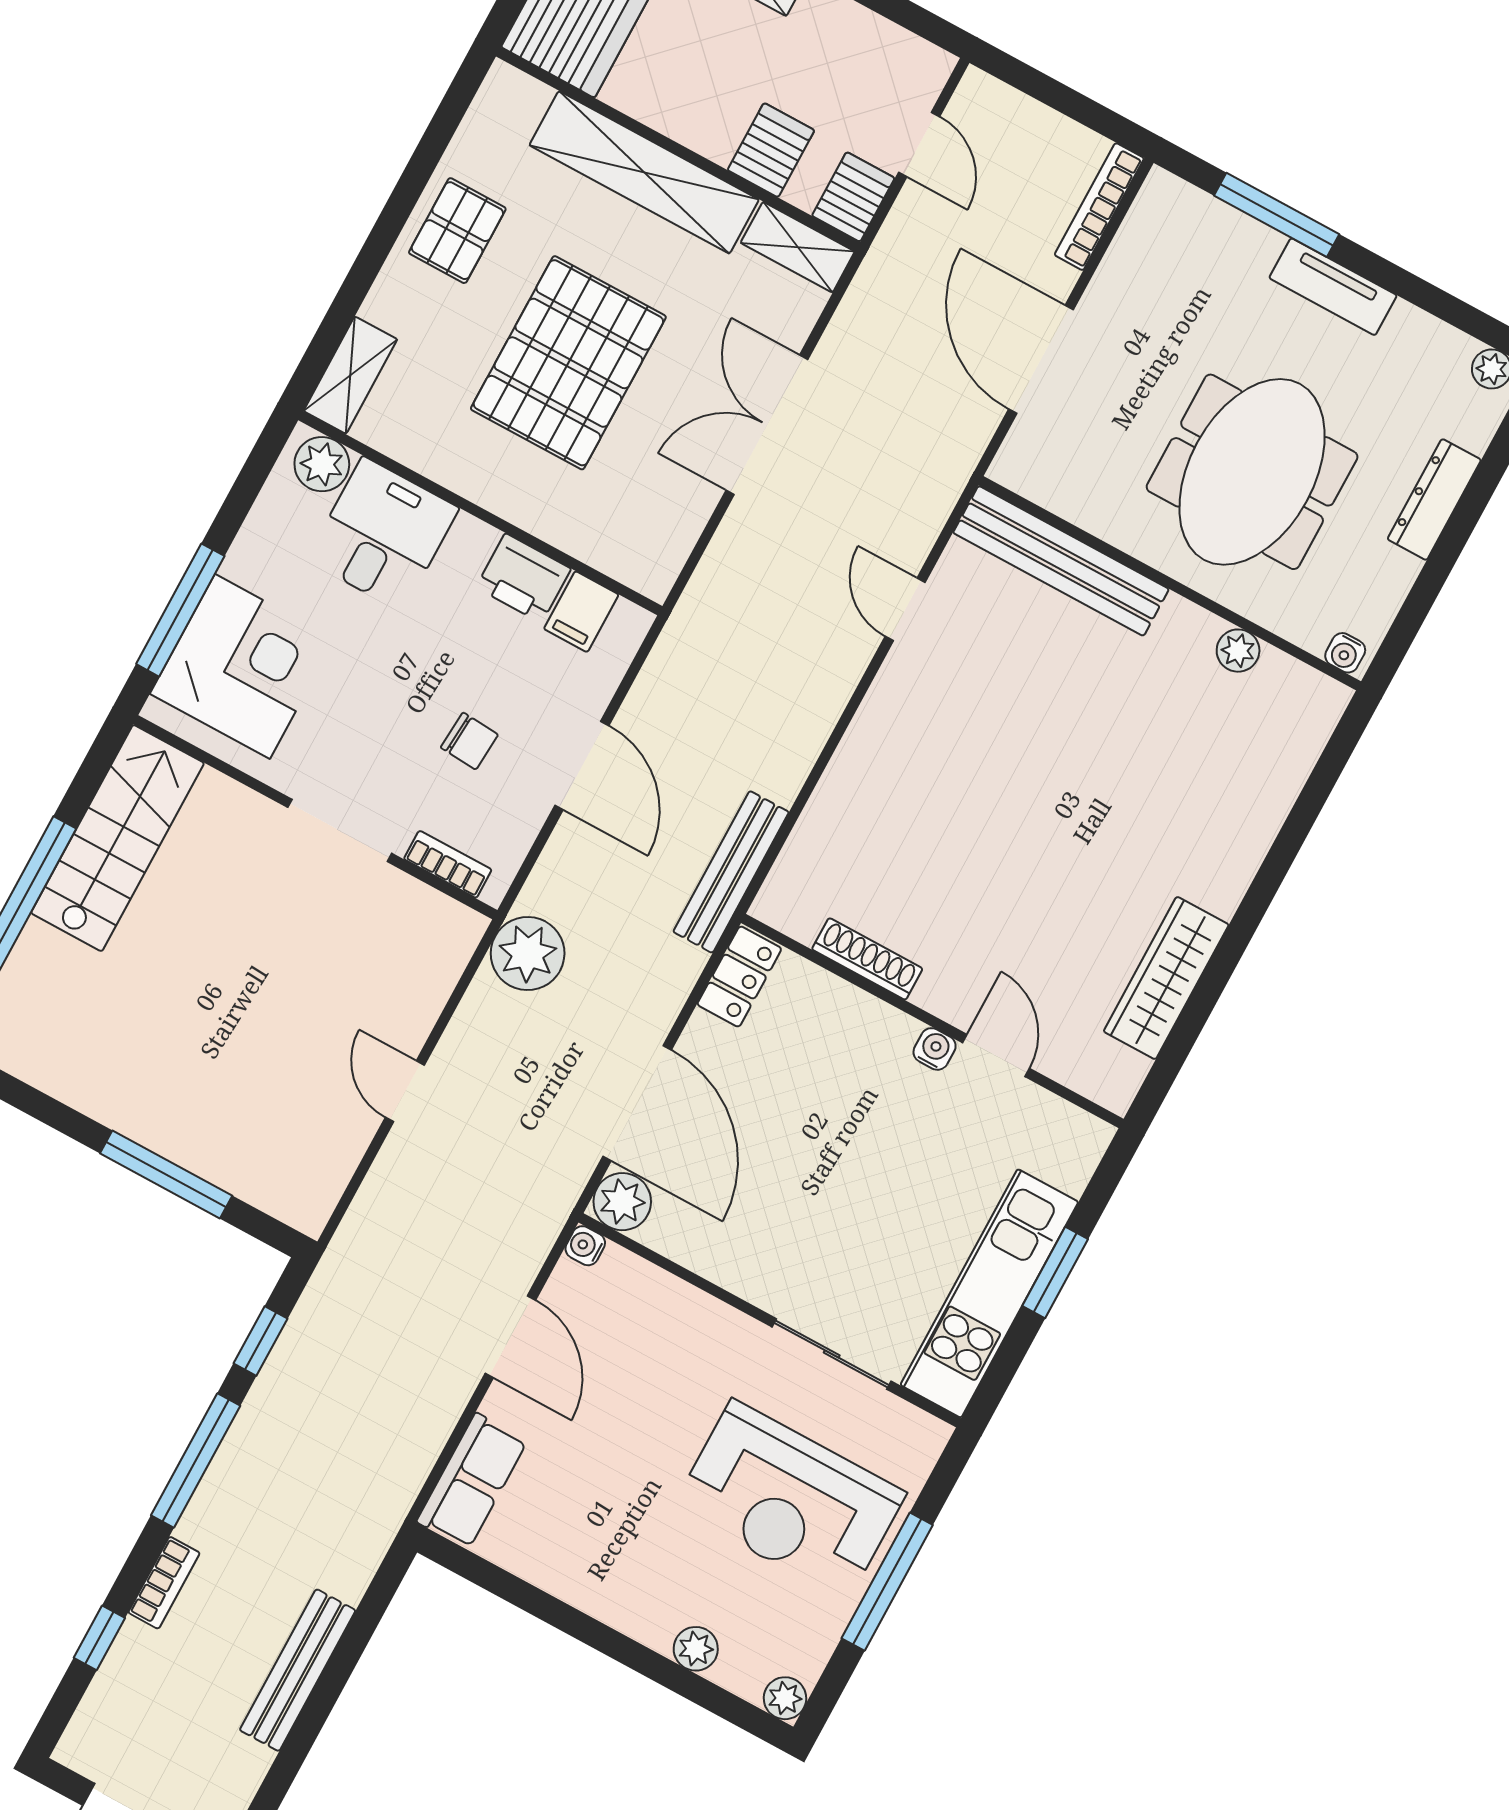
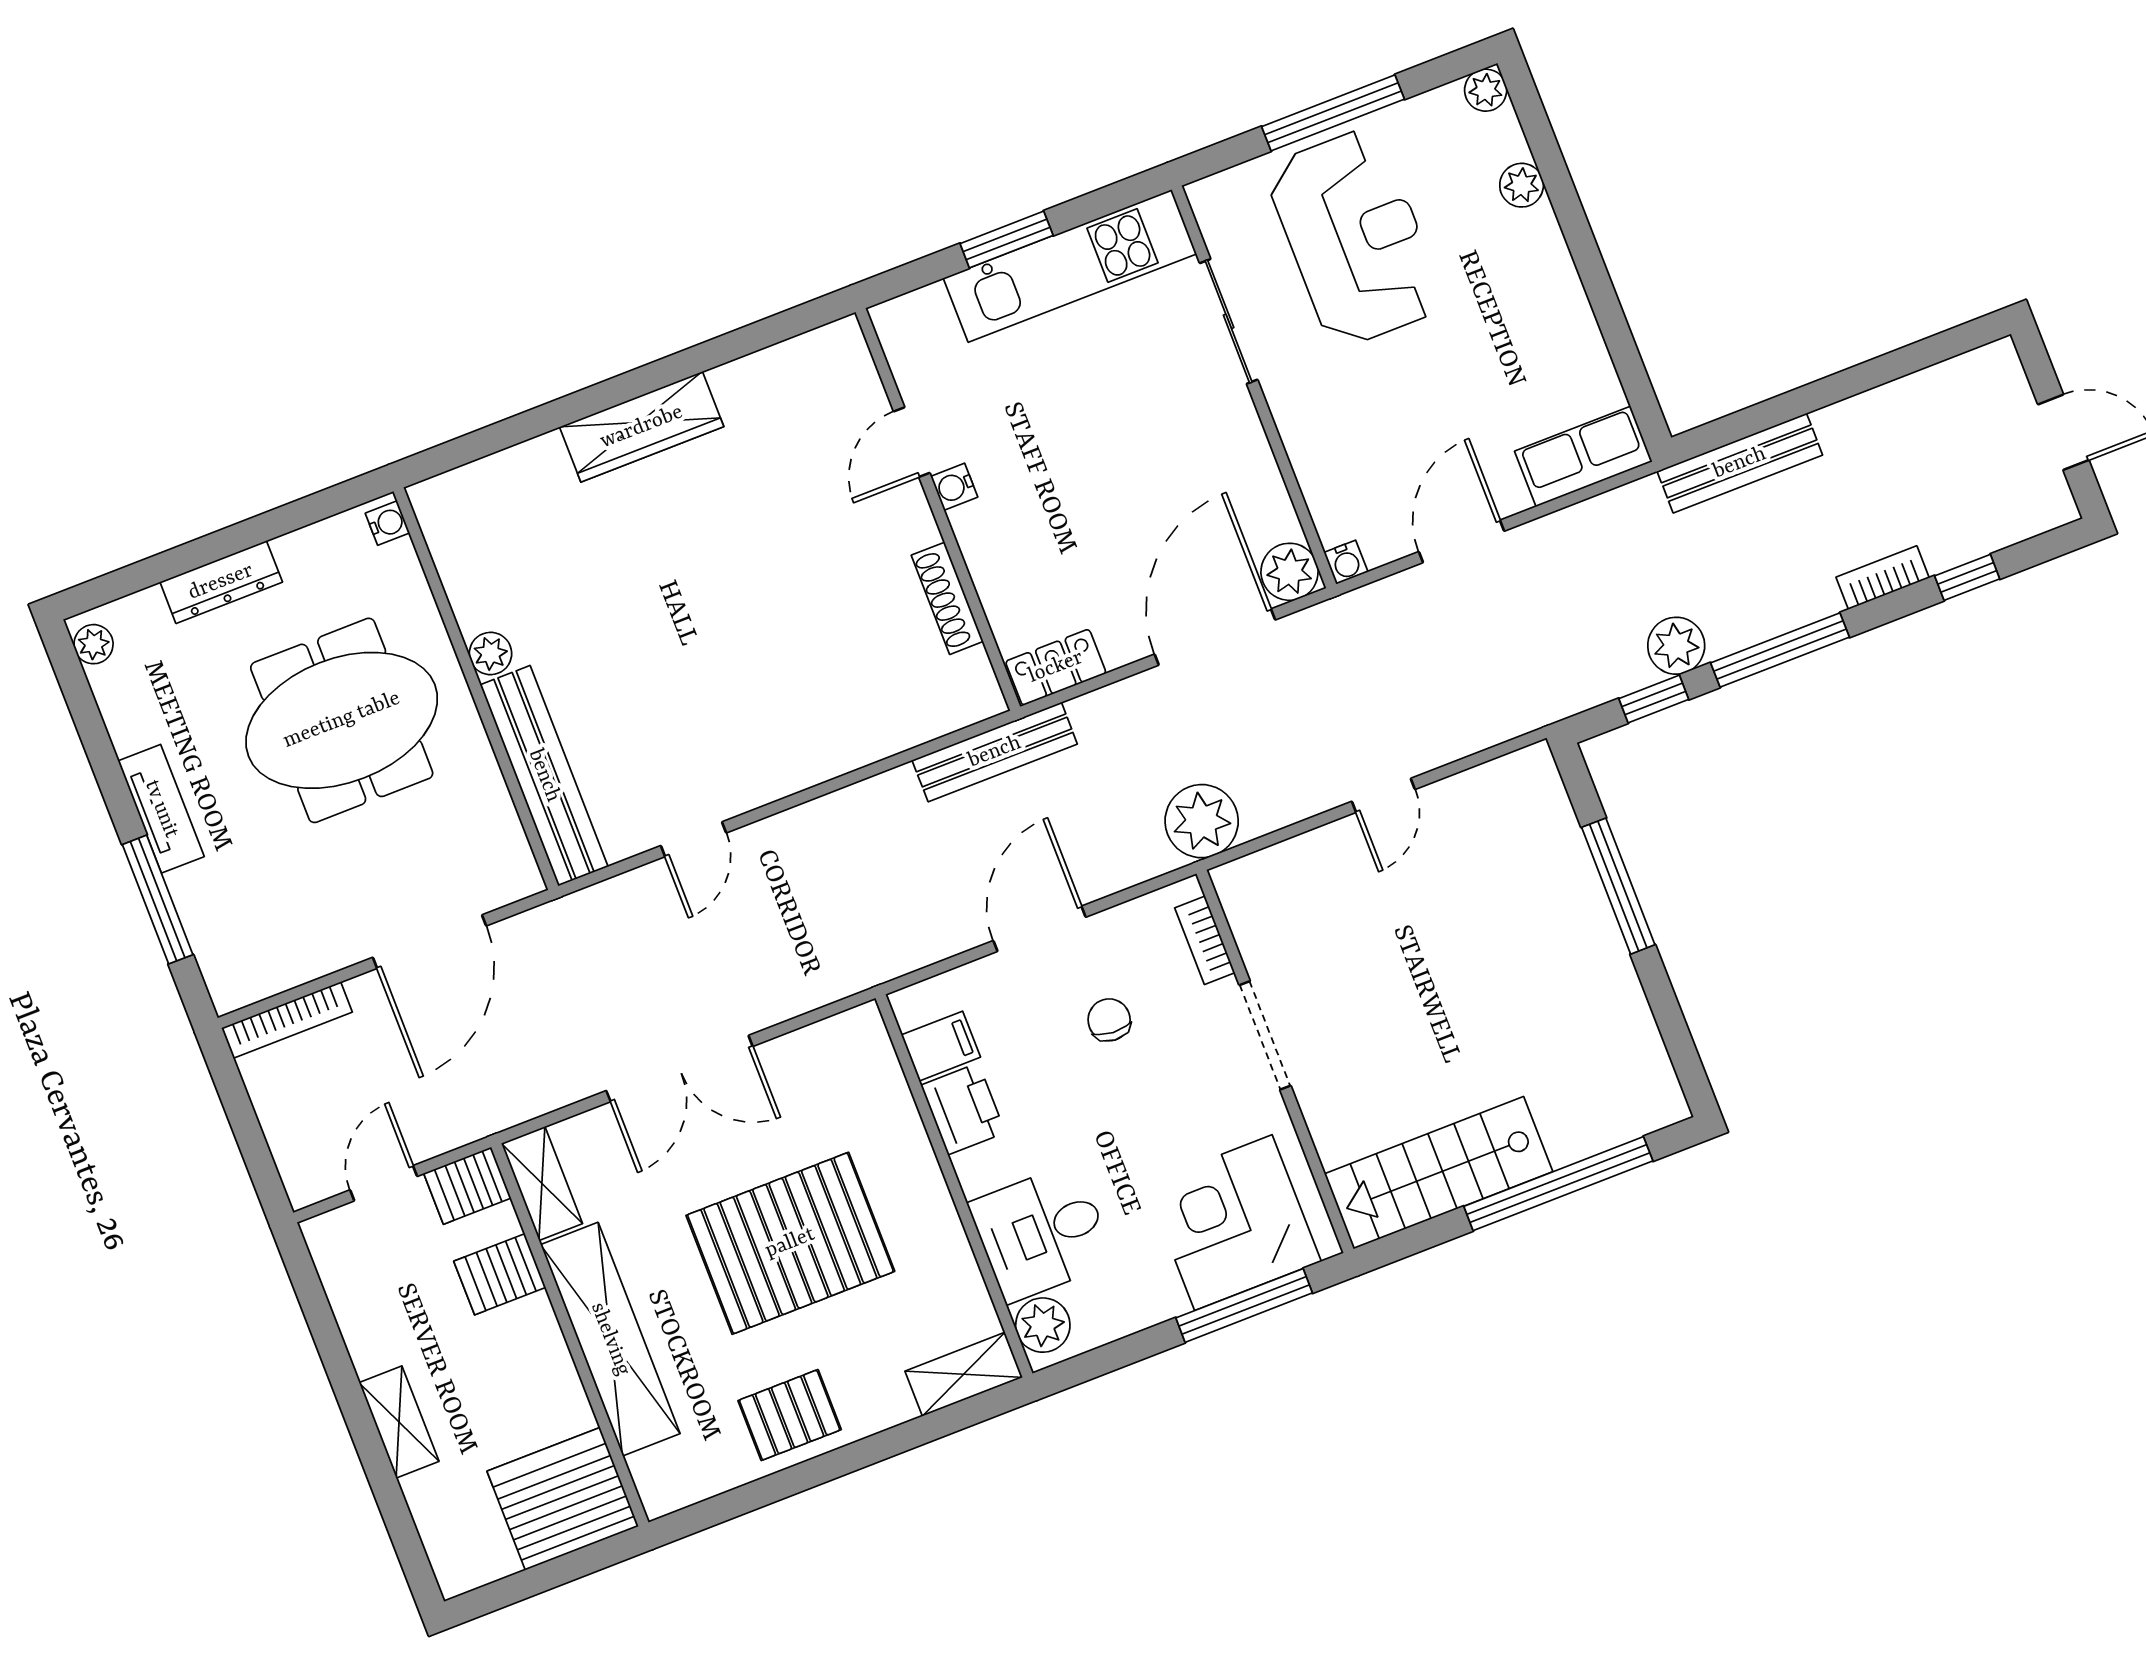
plant: (1238, 651) -> (491, 654), moved
wardrobe: (1166, 978) -> (642, 427), moved
plant: (278, 1396) -> (1676, 646), added
bench: (298, 1670) -> (1740, 463), moved

